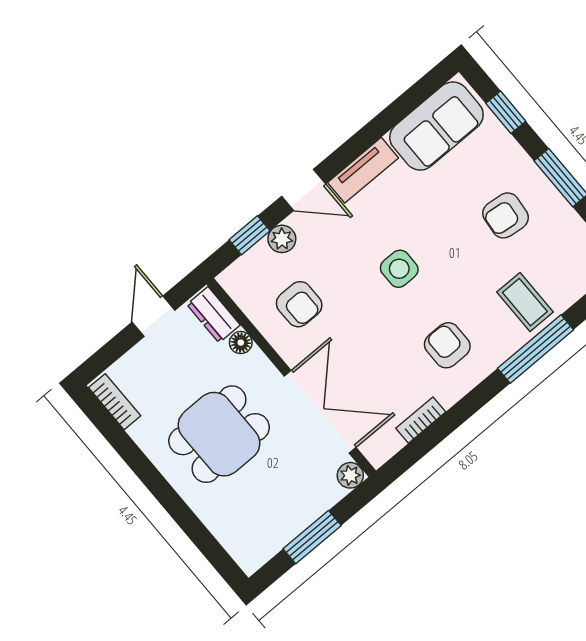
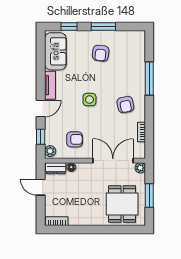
plant: (282, 239) -> (50, 151), moved
coffee table: (525, 302) -> (132, 70), removed
armchair: (447, 345) -> (125, 105), turned -102
dining table: (219, 434) -> (122, 204), moved

